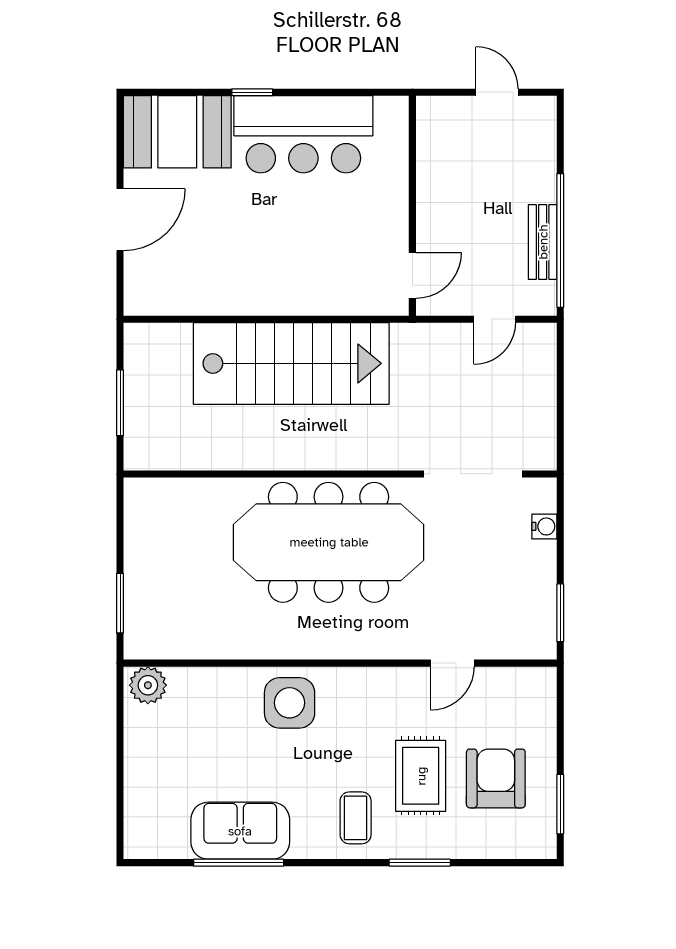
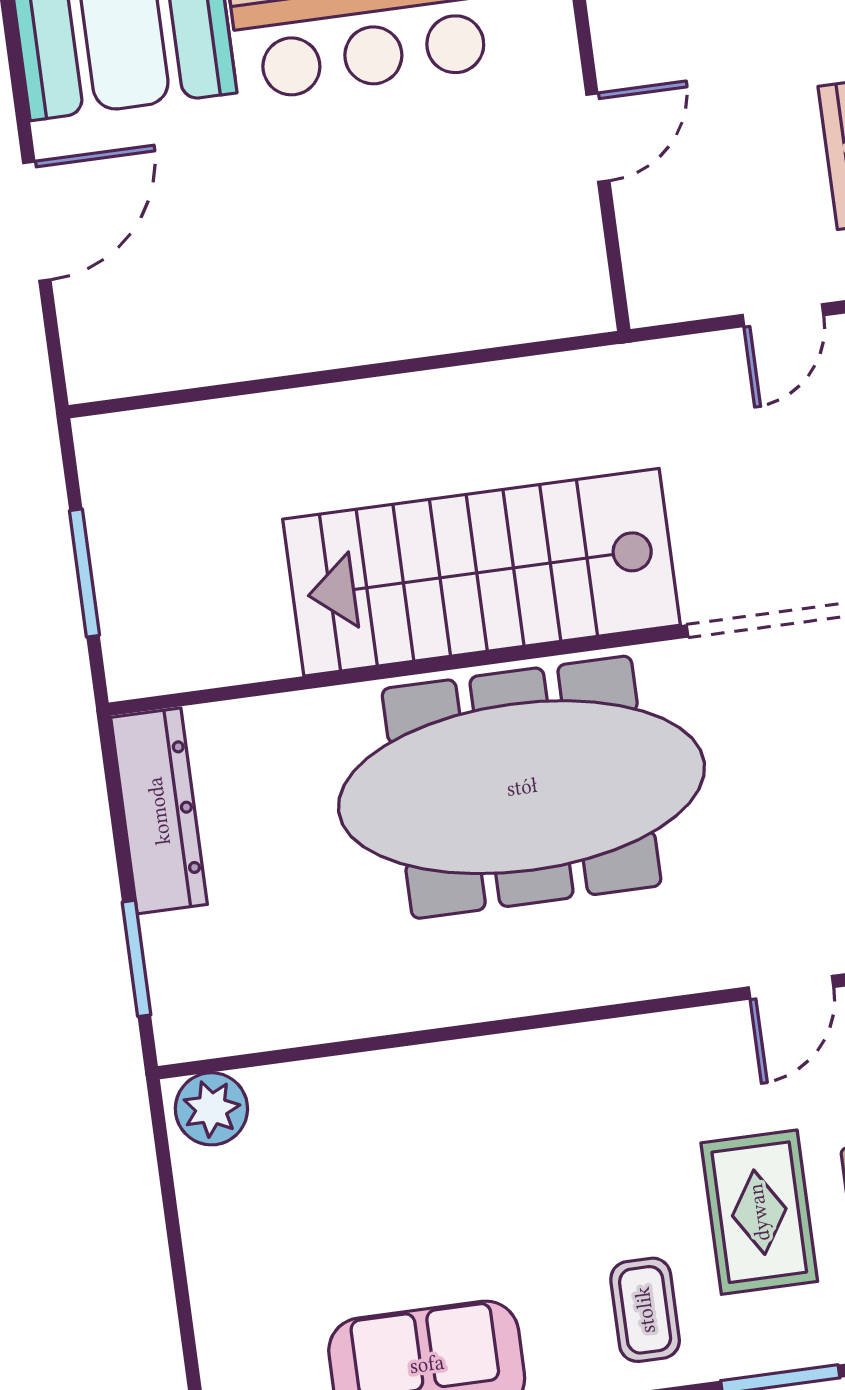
door: (412, 275) -> (598, 138), moved
stairs: (291, 363) -> (482, 572), moved, turned 180
dresser: (142, 529) -> (159, 811), added
side table: (290, 703) -> (488, 1106), removed

